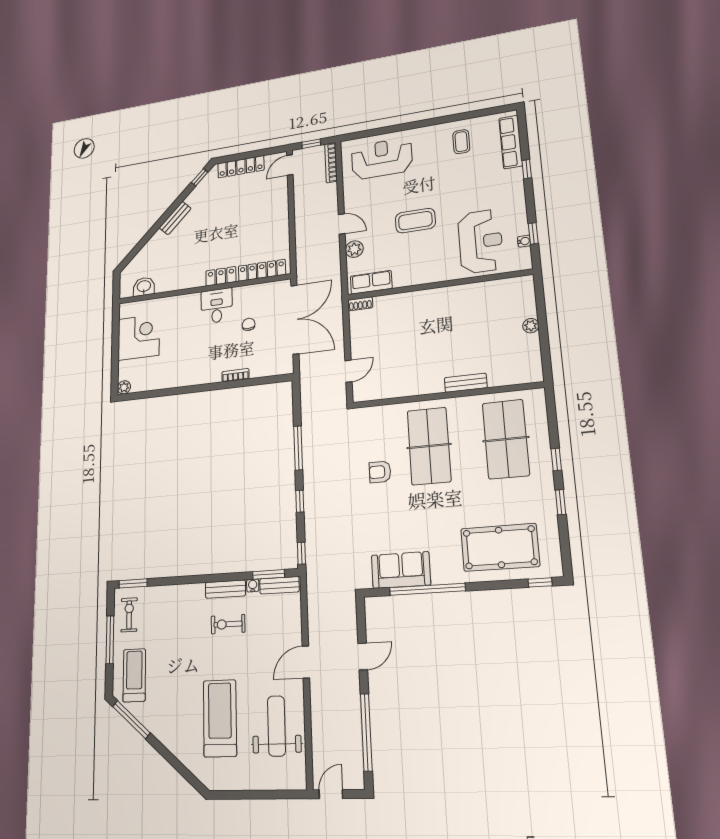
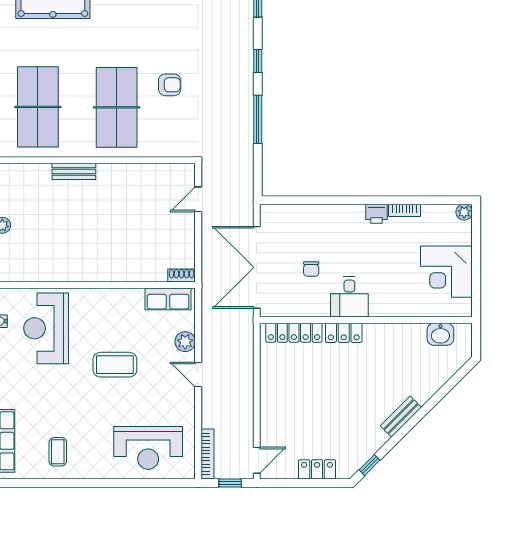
locker: (241, 167) -> (317, 469), width x0.66
bookcase: (235, 375) -> (405, 210), moved
printer: (195, 377) -> (377, 214), added

